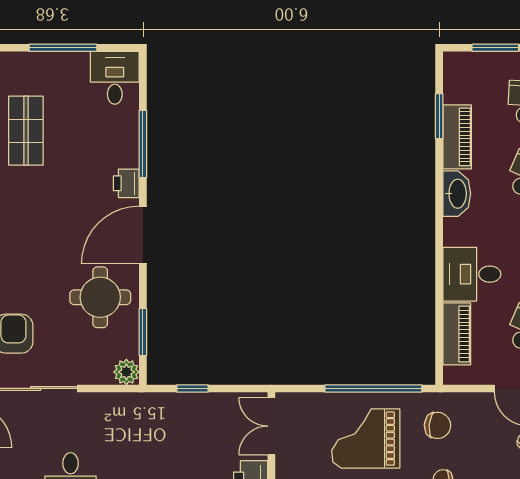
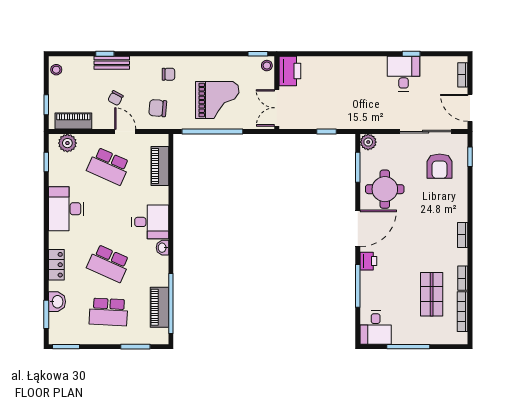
window: (439, 116) -> (171, 303), width x2.11
piano: (457, 137) -> (159, 307), moved
washbasin: (457, 194) -> (162, 248), width x0.52, depth x0.69
desk: (472, 274) -> (150, 222), moved
chair: (438, 425) -> (158, 108), moved
double door: (271, 426) -> (277, 108), swing flipped

